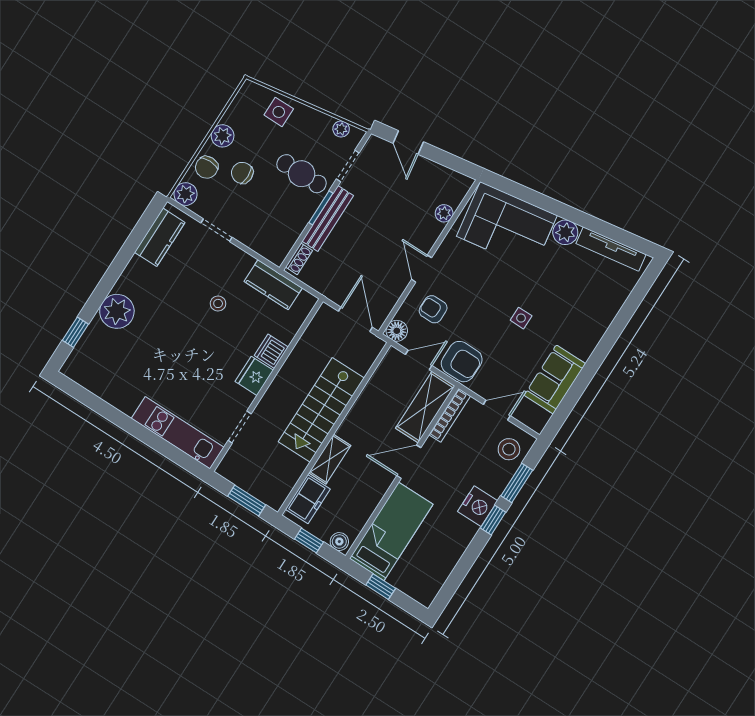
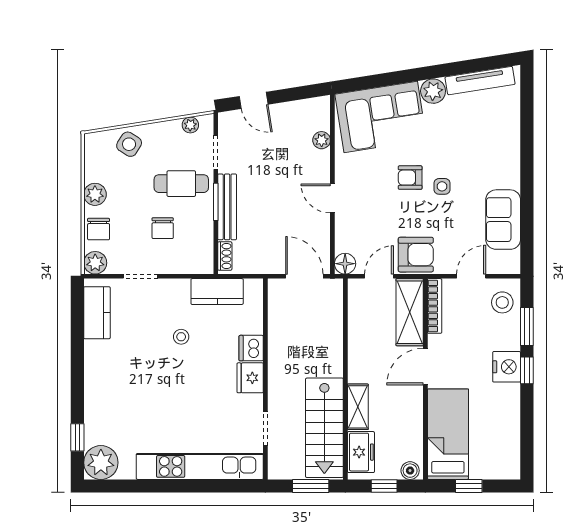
side table: (279, 112) -> (129, 144), turned 32
chair: (242, 173) -> (163, 228), moved, turned -90
armchair: (433, 309) -> (410, 178), moved
plant: (117, 311) -> (101, 463), moved
stairs: (321, 410) -> (324, 428), moved
kitchen unit: (178, 433) -> (200, 466), width x1.36

